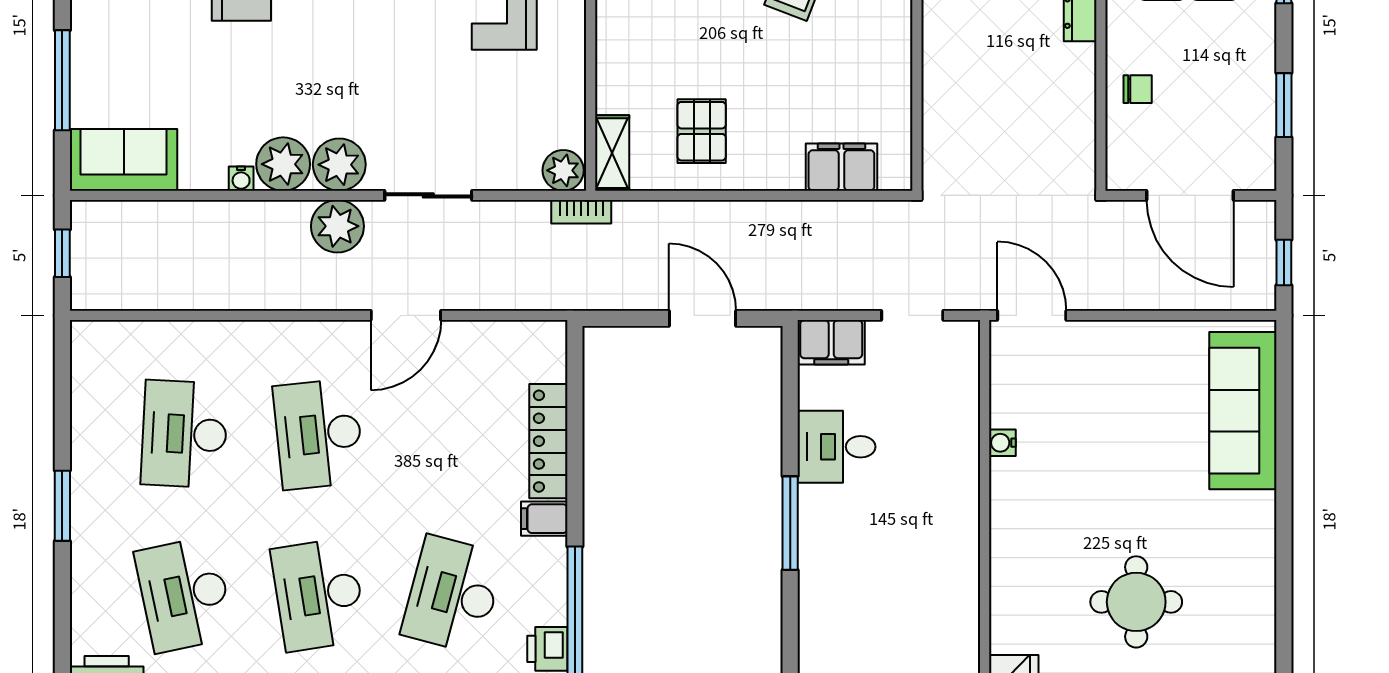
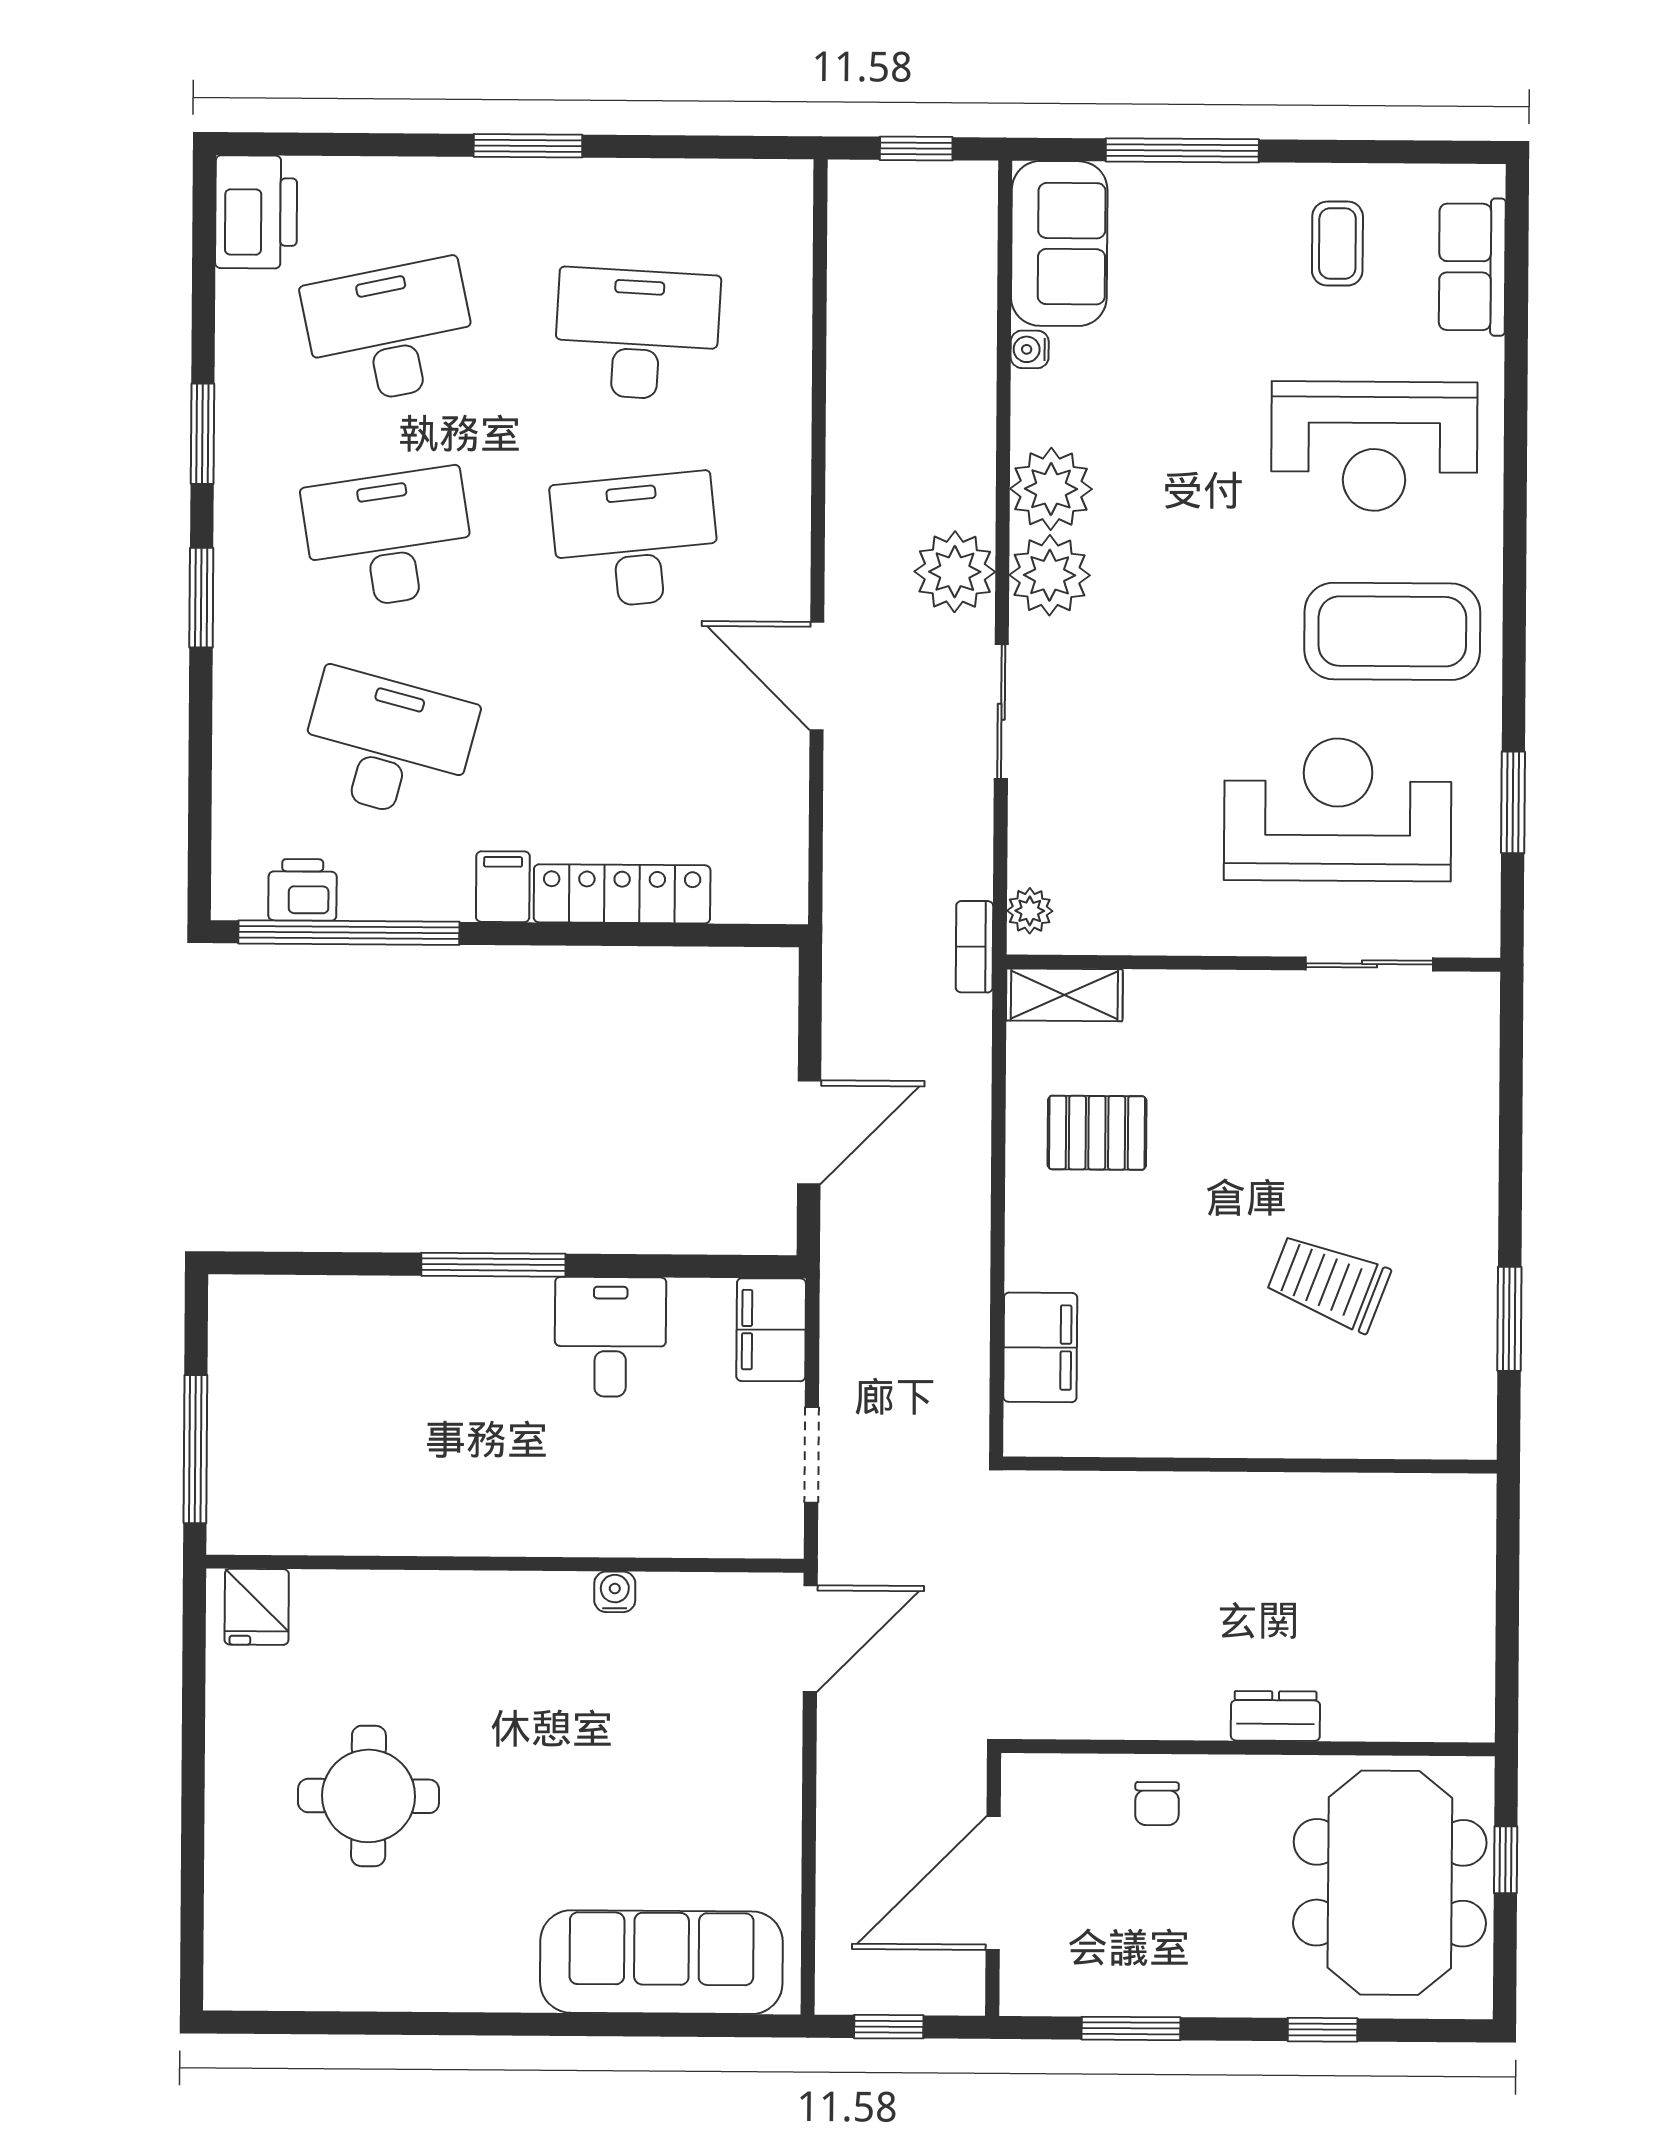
plant: (563, 170) -> (1030, 911), width x0.73, depth x0.73
water cooler: (241, 179) -> (1030, 349), moved

